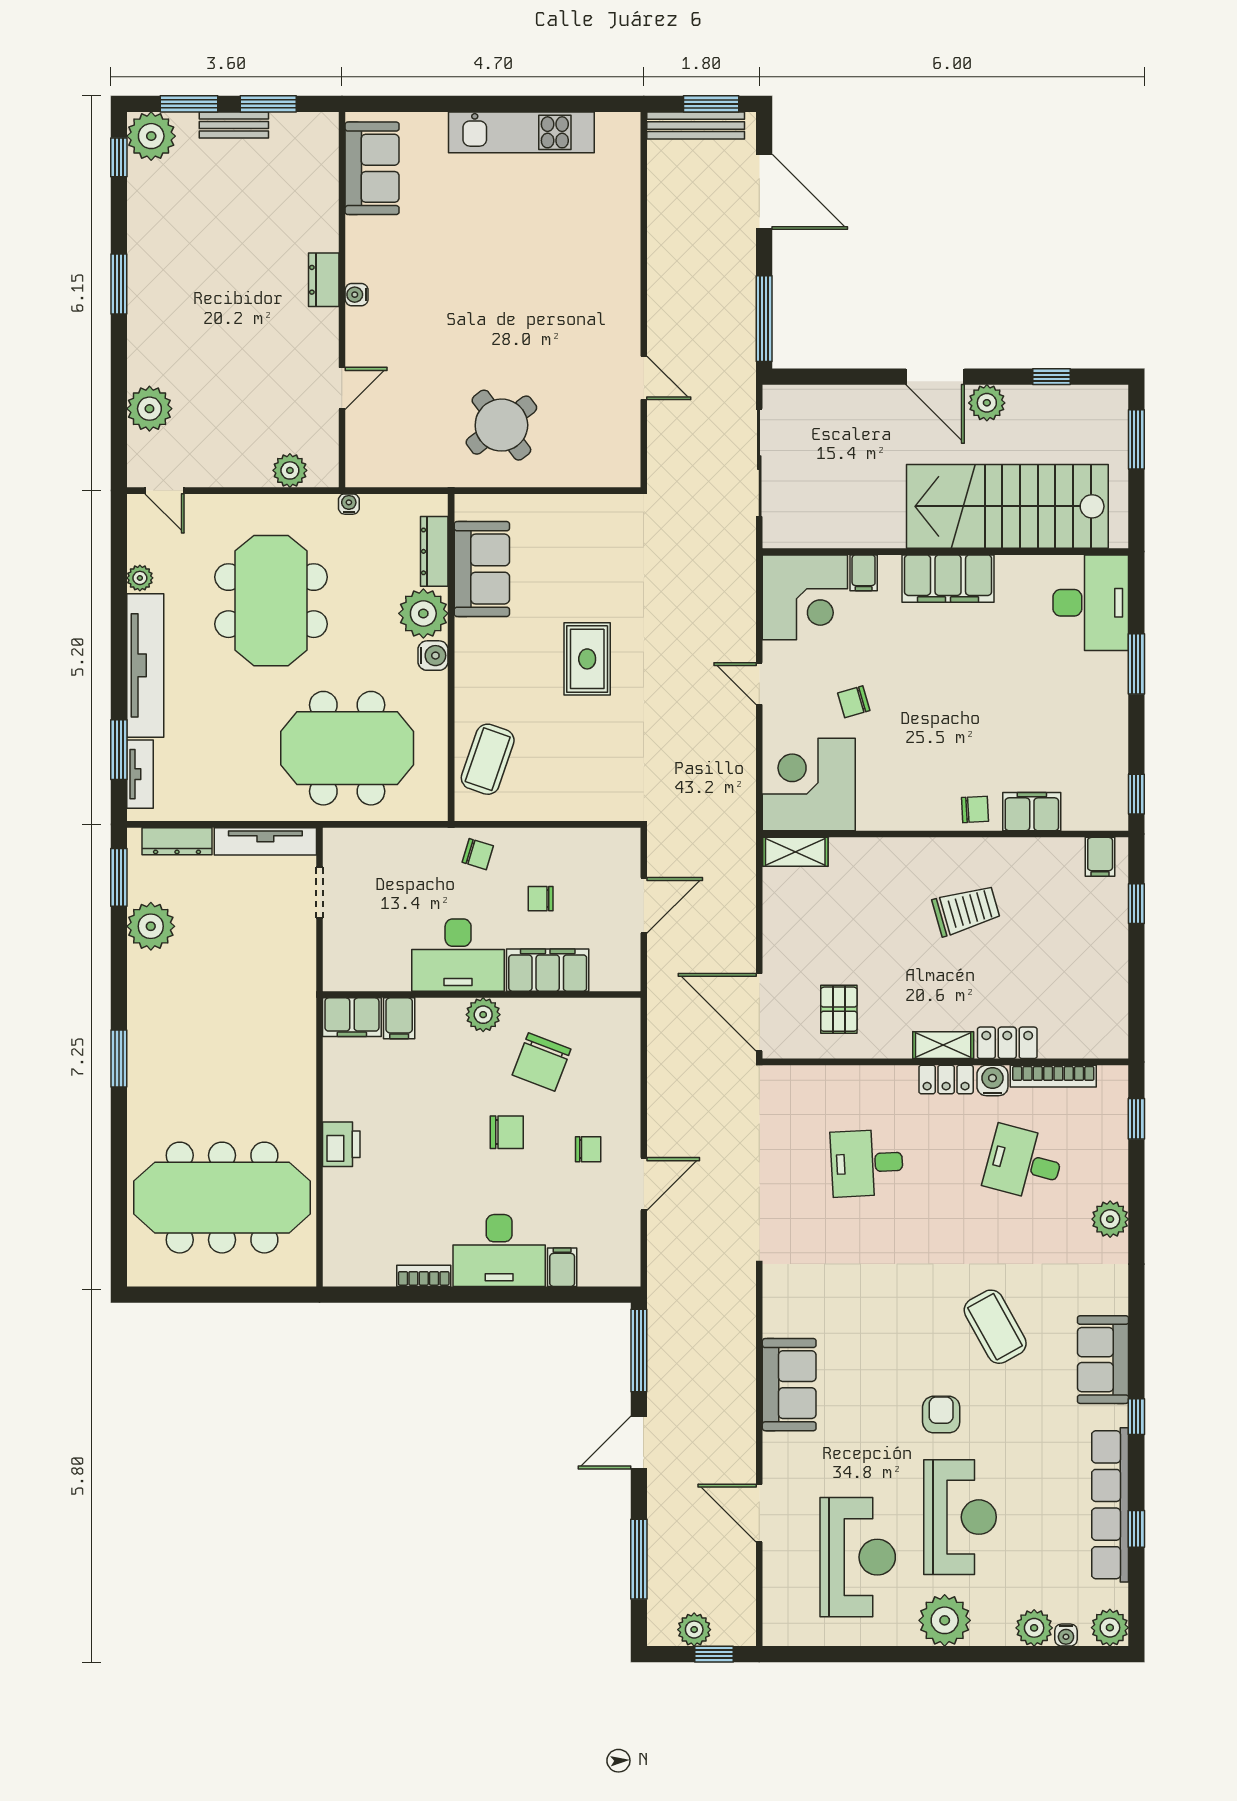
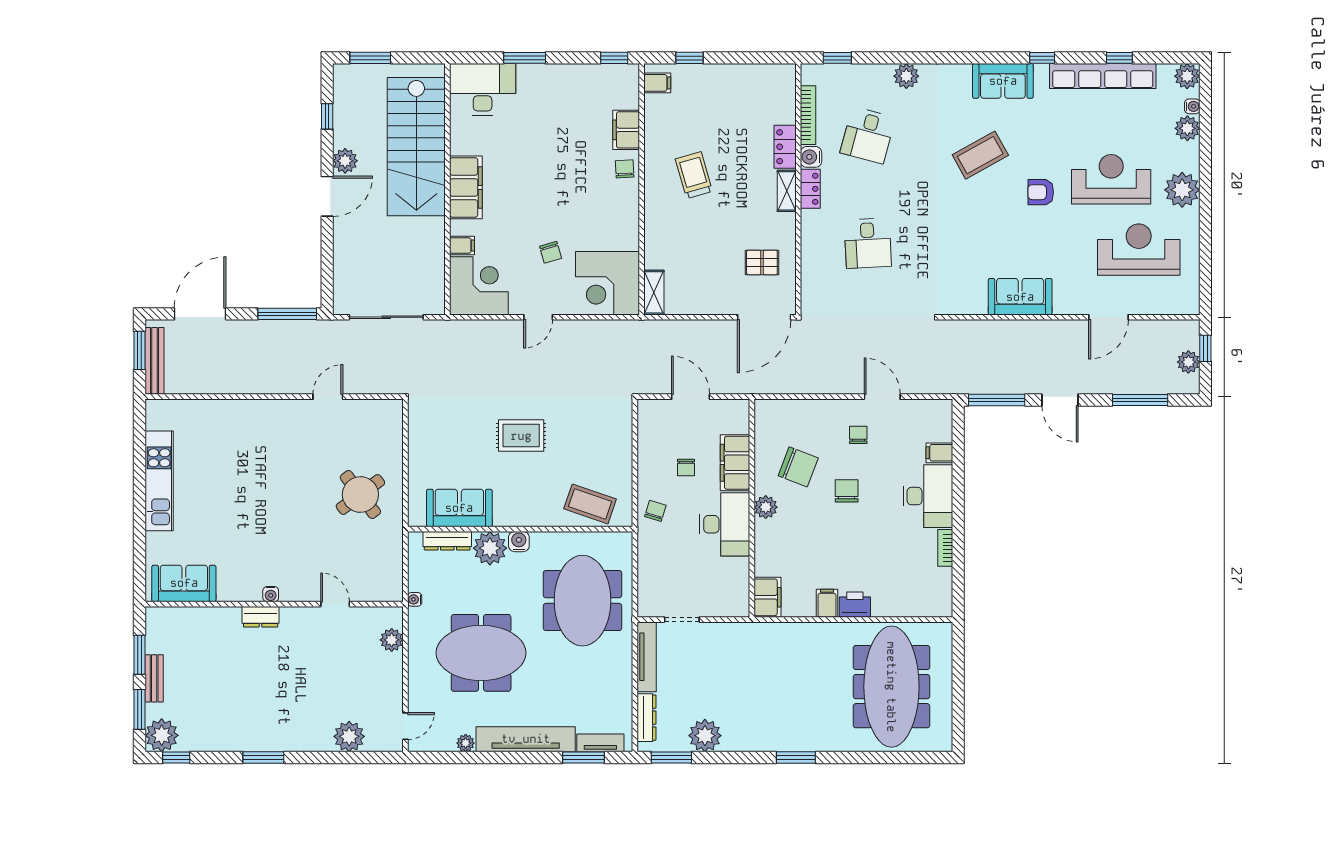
filing cabinet: (399, 1018) -> (827, 603), moved, turned -90

